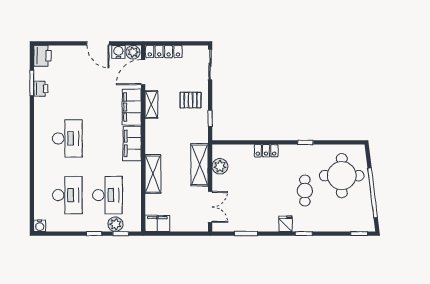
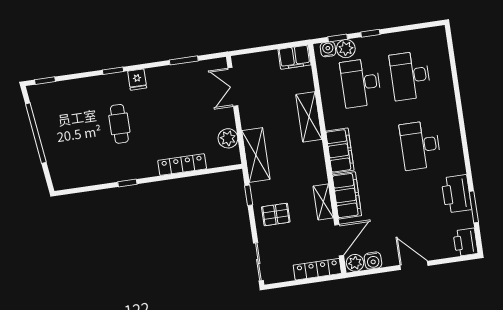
door: (98, 43) -> (414, 265), moved
printer: (41, 89) -> (456, 194), width x1.87, depth x1.48
locker: (266, 151) -> (182, 165), width x1.53
shelving: (200, 165) -> (256, 155), moved
round table: (342, 176) -> (77, 149), removed
water cooler: (40, 226) -> (328, 49), moved

